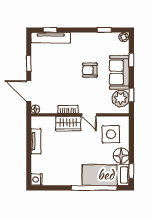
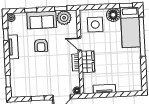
tv unit: (51, 38) -> (13, 47), moved, width x0.71
door: (89, 115) -> (80, 44), swing flipped
nightstand: (37, 179) -> (137, 87), removed

